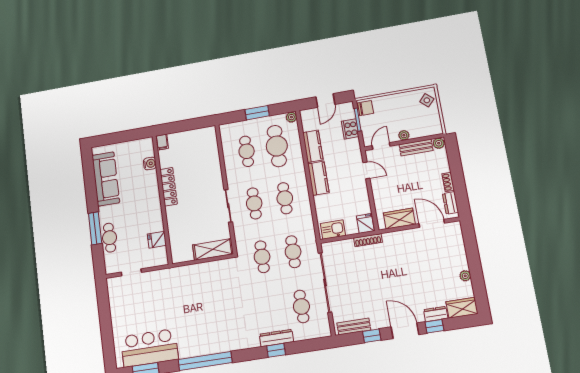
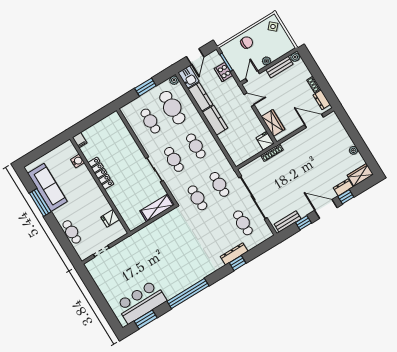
chair: (365, 108) -> (247, 42), moved
wardrobe: (399, 219) -> (273, 123), moved, turned 90
window: (95, 228) -> (40, 202), moved
kitchen sink: (333, 230) -> (188, 77), moved, turned 90

